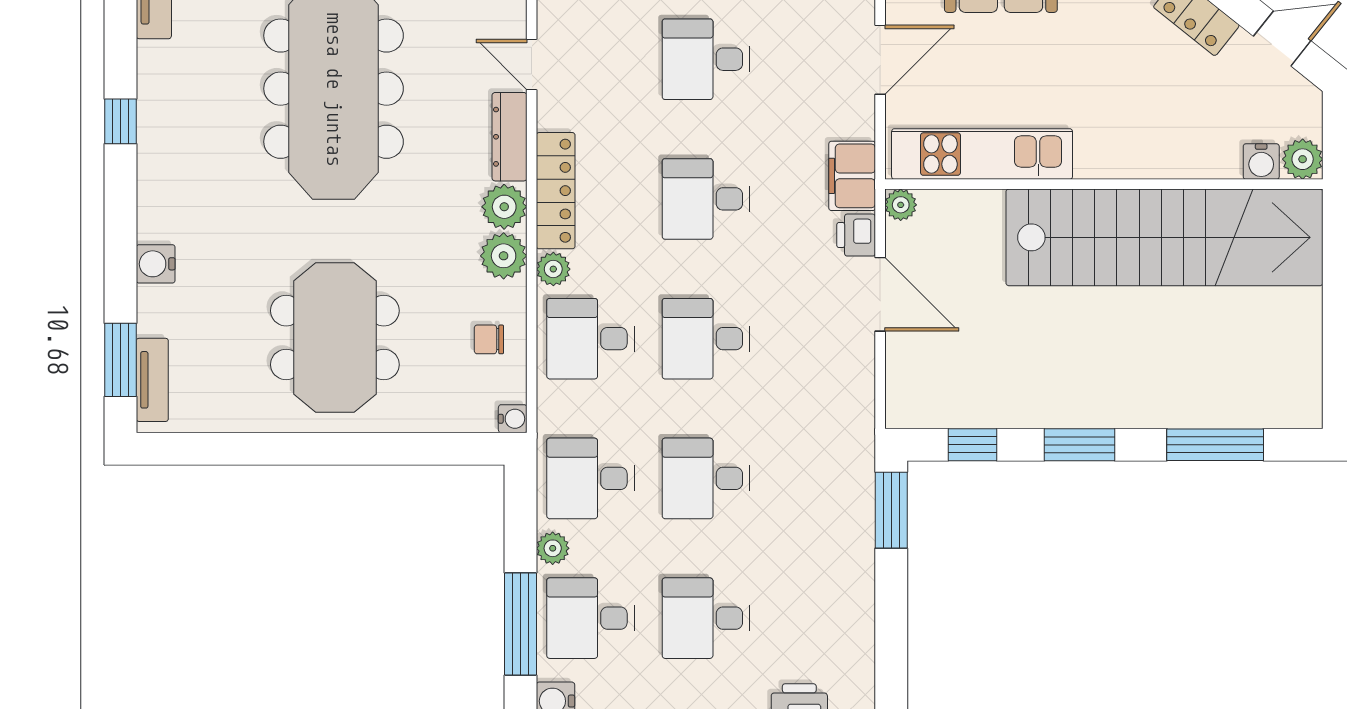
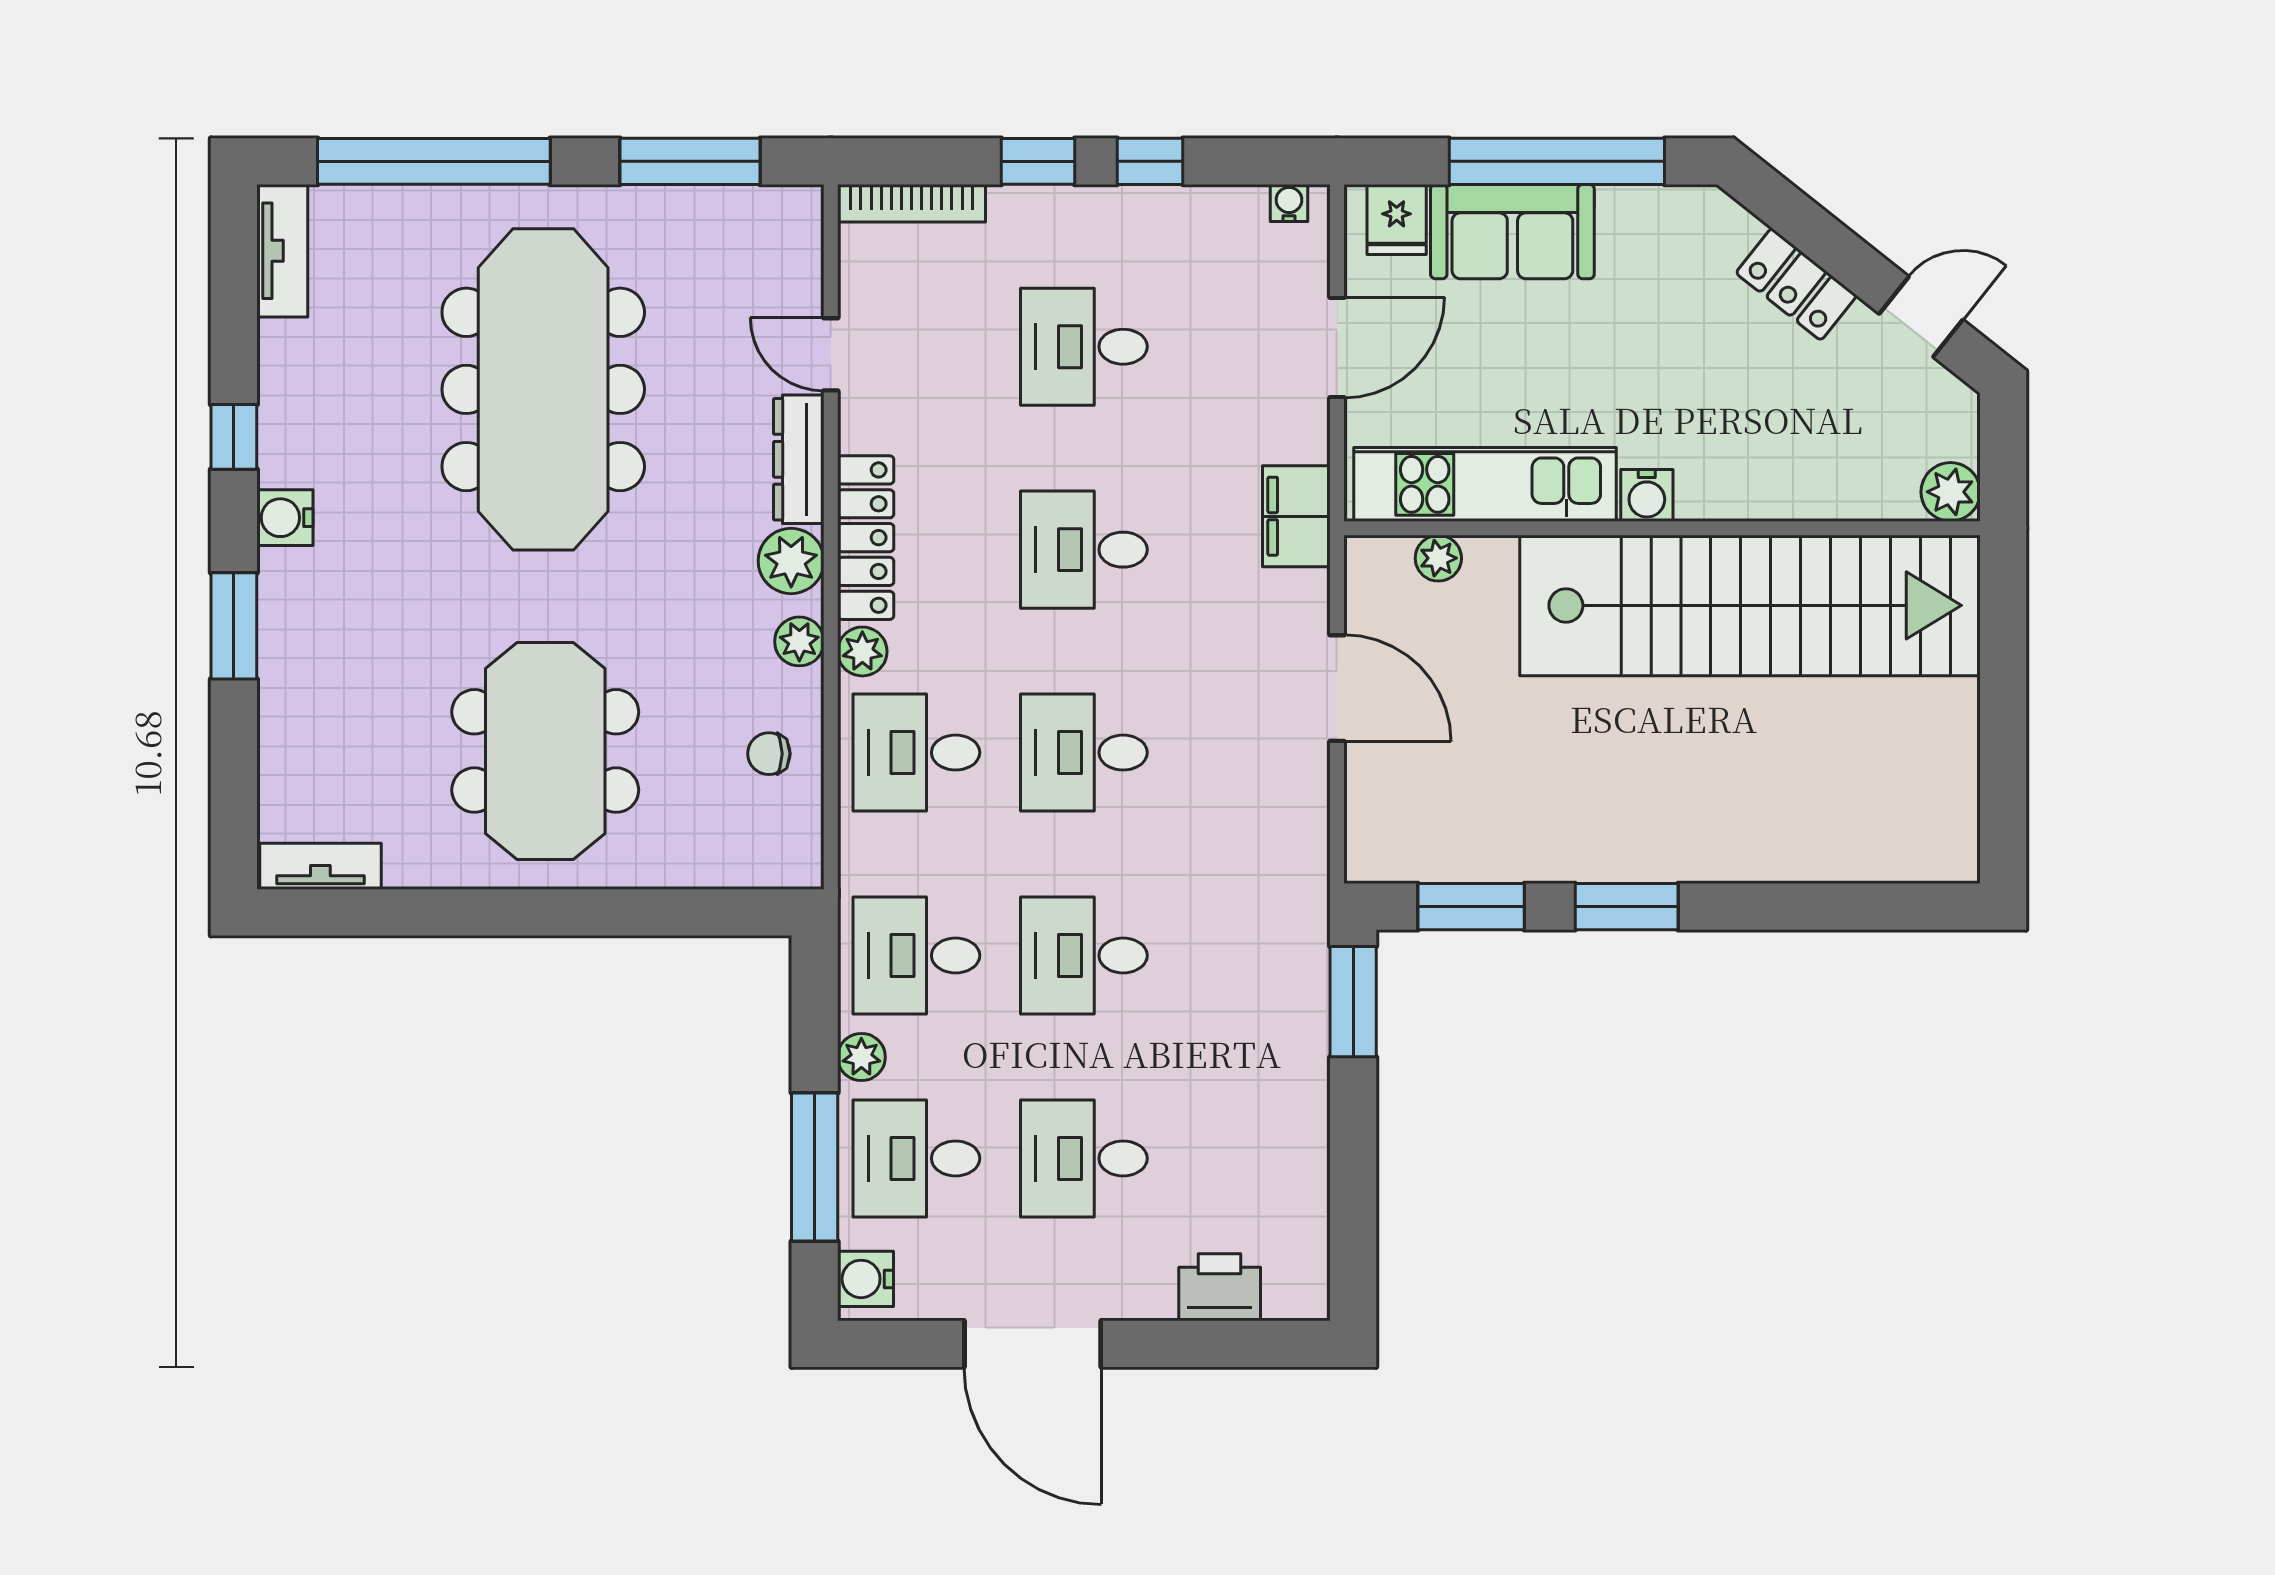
water cooler: (1261, 162) -> (1647, 495), moved
plant: (901, 205) -> (1438, 558), moved
printer: (856, 235) -> (1302, 602), removed
plant: (504, 256) -> (799, 641), width x0.73, depth x0.73
water cooler: (156, 264) -> (285, 518), moved
window: (121, 360) -> (234, 626), moved
tv unit: (152, 380) -> (320, 866), moved, turned -90
water cooler: (513, 419) -> (803, 869), removed
window: (972, 445) -> (1471, 907), width x1.50
window: (1215, 445) -> (1824, 907), removed

